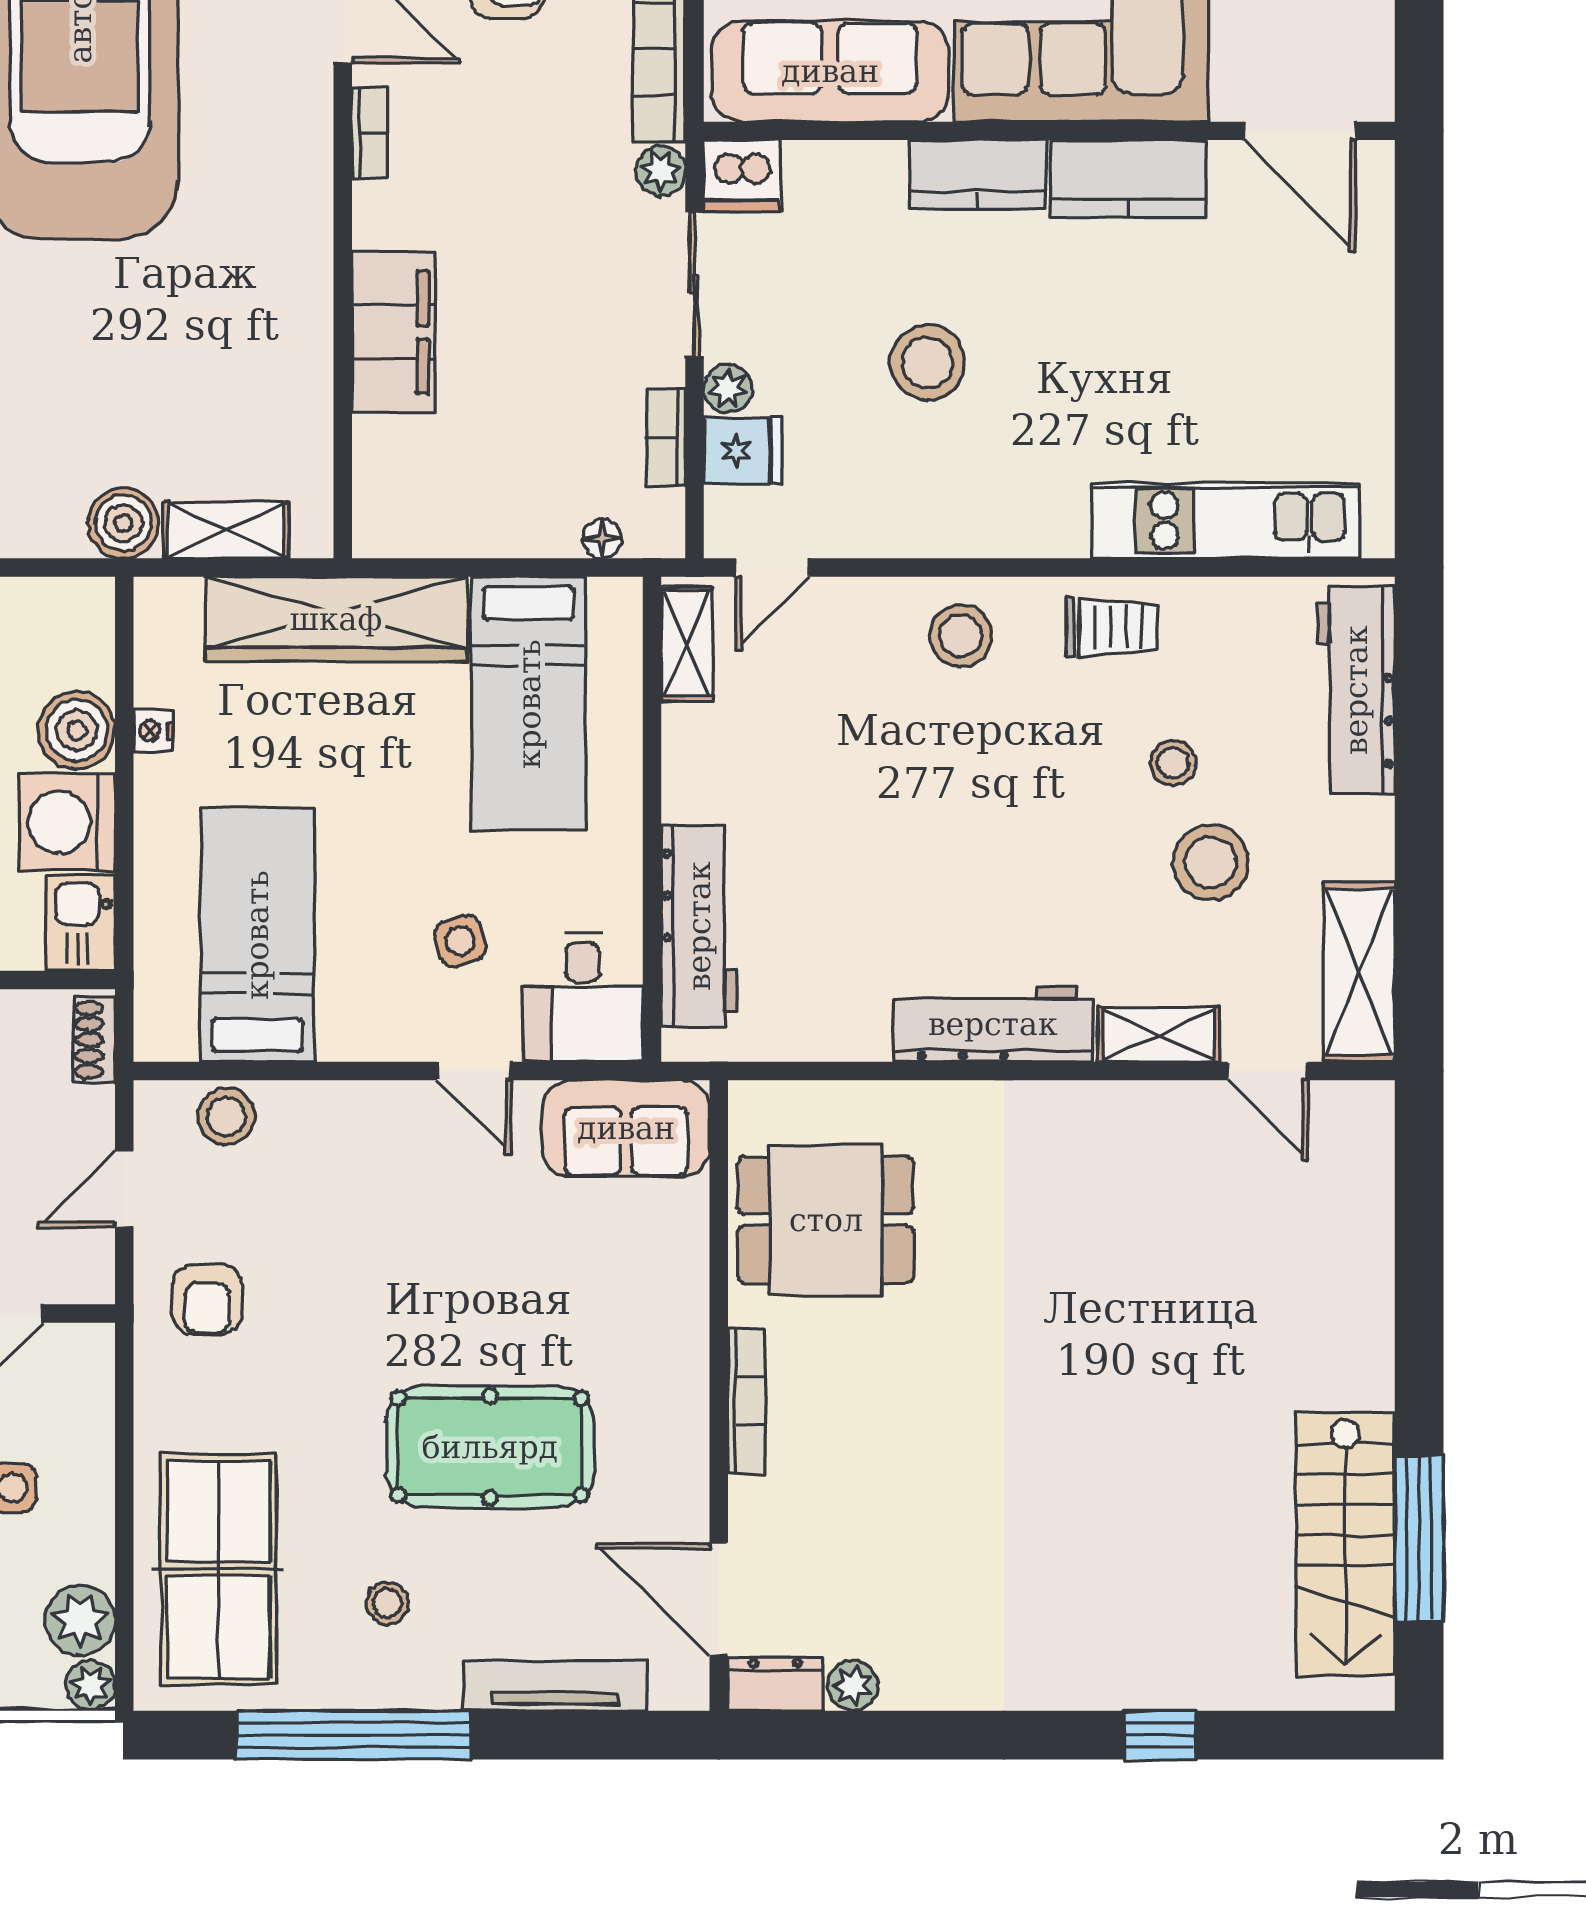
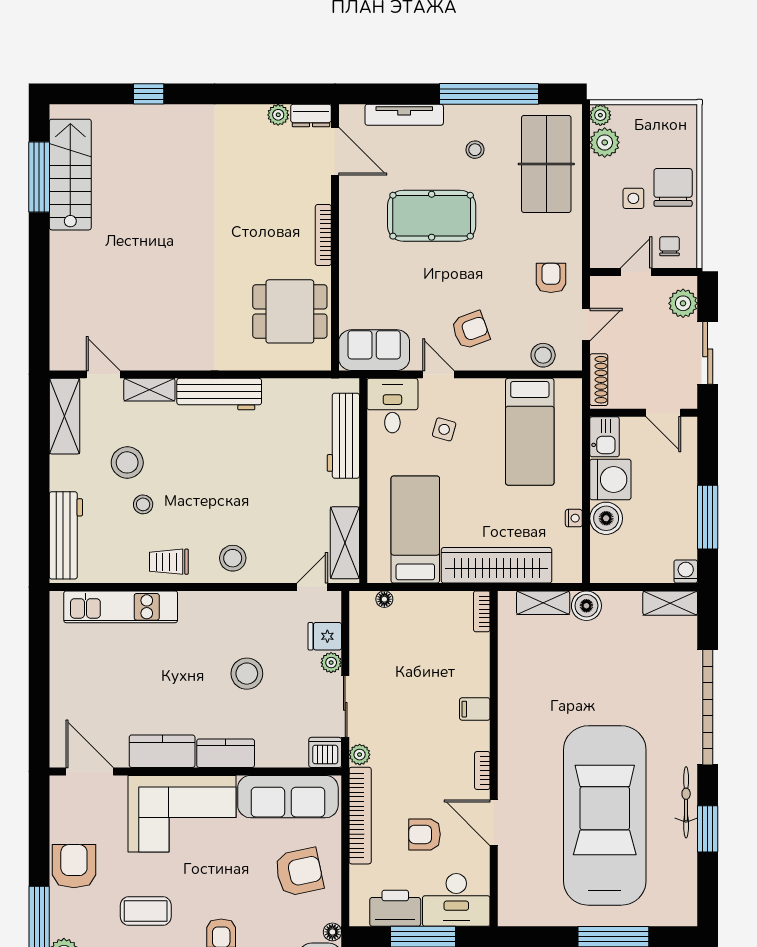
filing cabinet: (394, 332) -> (475, 709), width x0.33, depth x0.86
bookcase: (666, 437) -> (482, 611), moved, turned 180
shelving: (687, 644) -> (345, 543), width x1.50, depth x1.33
side table: (460, 941) -> (444, 429), turned 34
shoe rack: (94, 1040) -> (599, 380), width x1.43
armchair: (398, 1176) -> (470, 330), added

